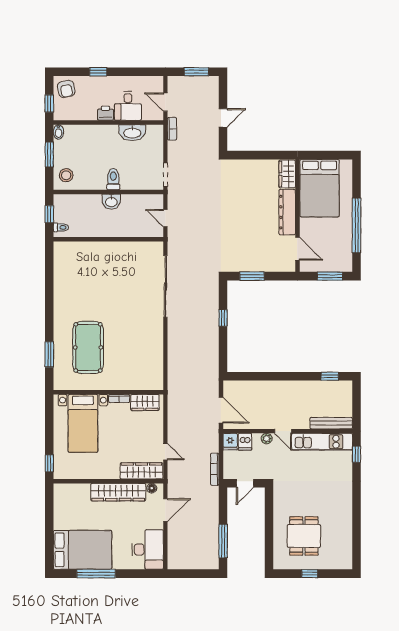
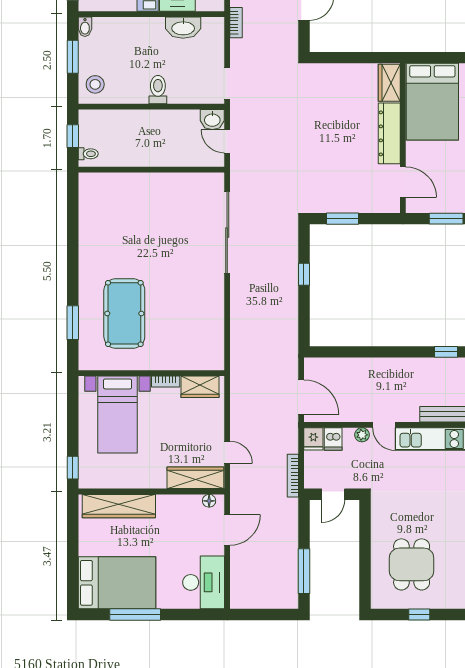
washbasin: (111, 202) -> (212, 120), moved
wardrobe: (118, 492) -> (119, 506), moved

